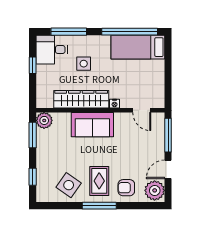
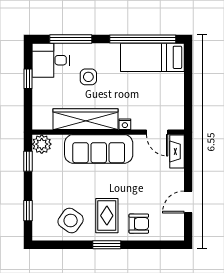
sofa: (92, 125) -> (99, 149), width x1.36
fireplace: (159, 127) -> (177, 151), added
window: (33, 135) -> (28, 161), width x0.67
window: (168, 135) -> (188, 161), removed
armchair: (126, 188) -> (139, 224), turned 180
plant: (155, 190) -> (172, 227), removed
window: (99, 206) -> (107, 245), width x0.69

